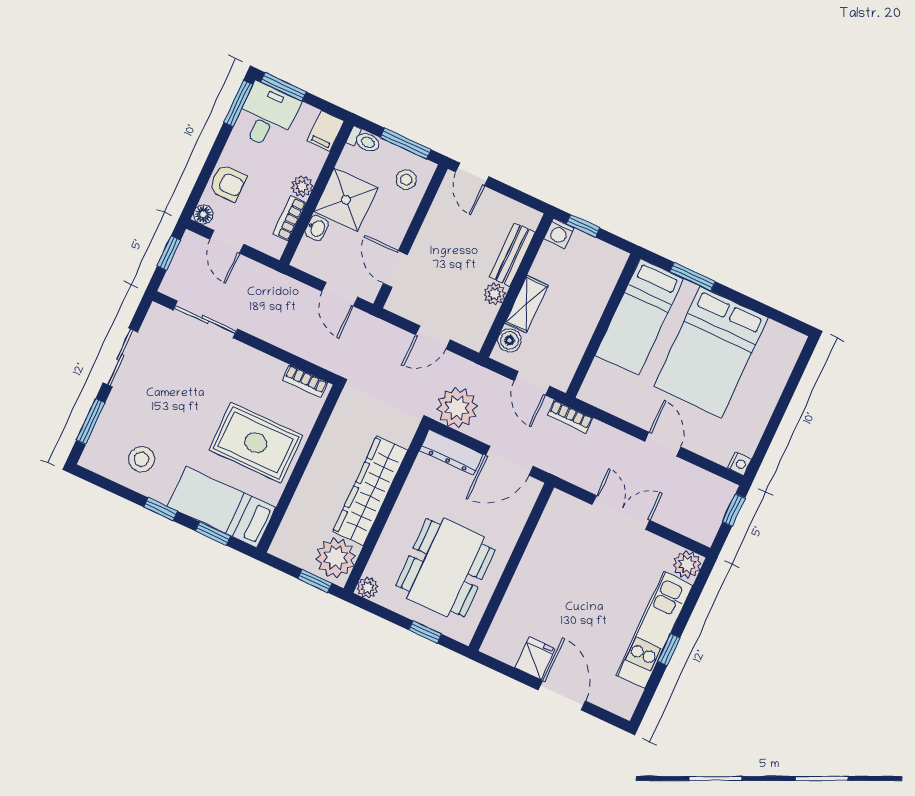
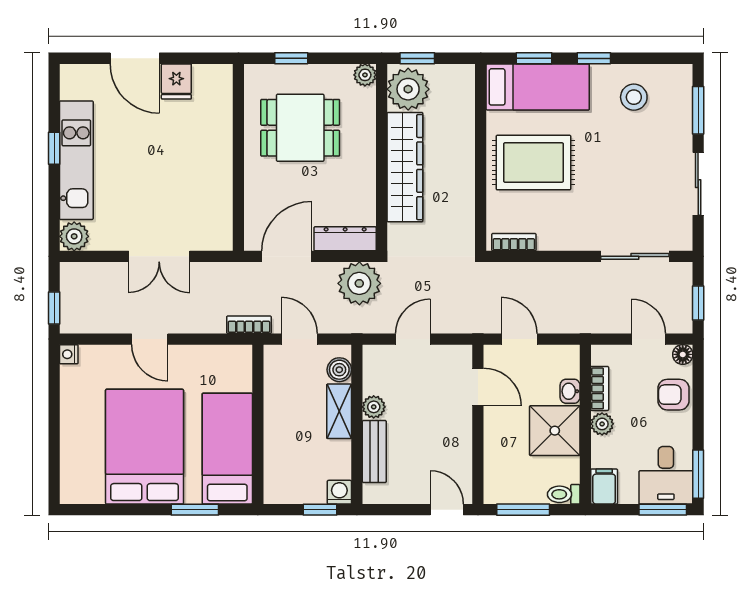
stool: (406, 180) -> (507, 476), removed
dining table: (445, 568) -> (300, 128), width x0.73

